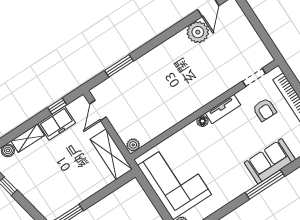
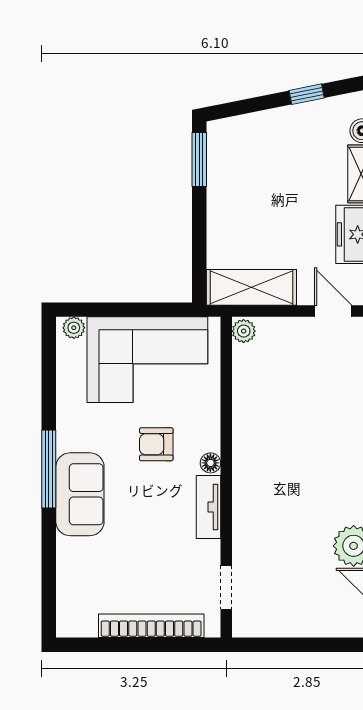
armchair: (265, 110) -> (156, 444), moved
sofa: (270, 161) -> (80, 494), moved
window: (265, 184) -> (49, 469), moved

